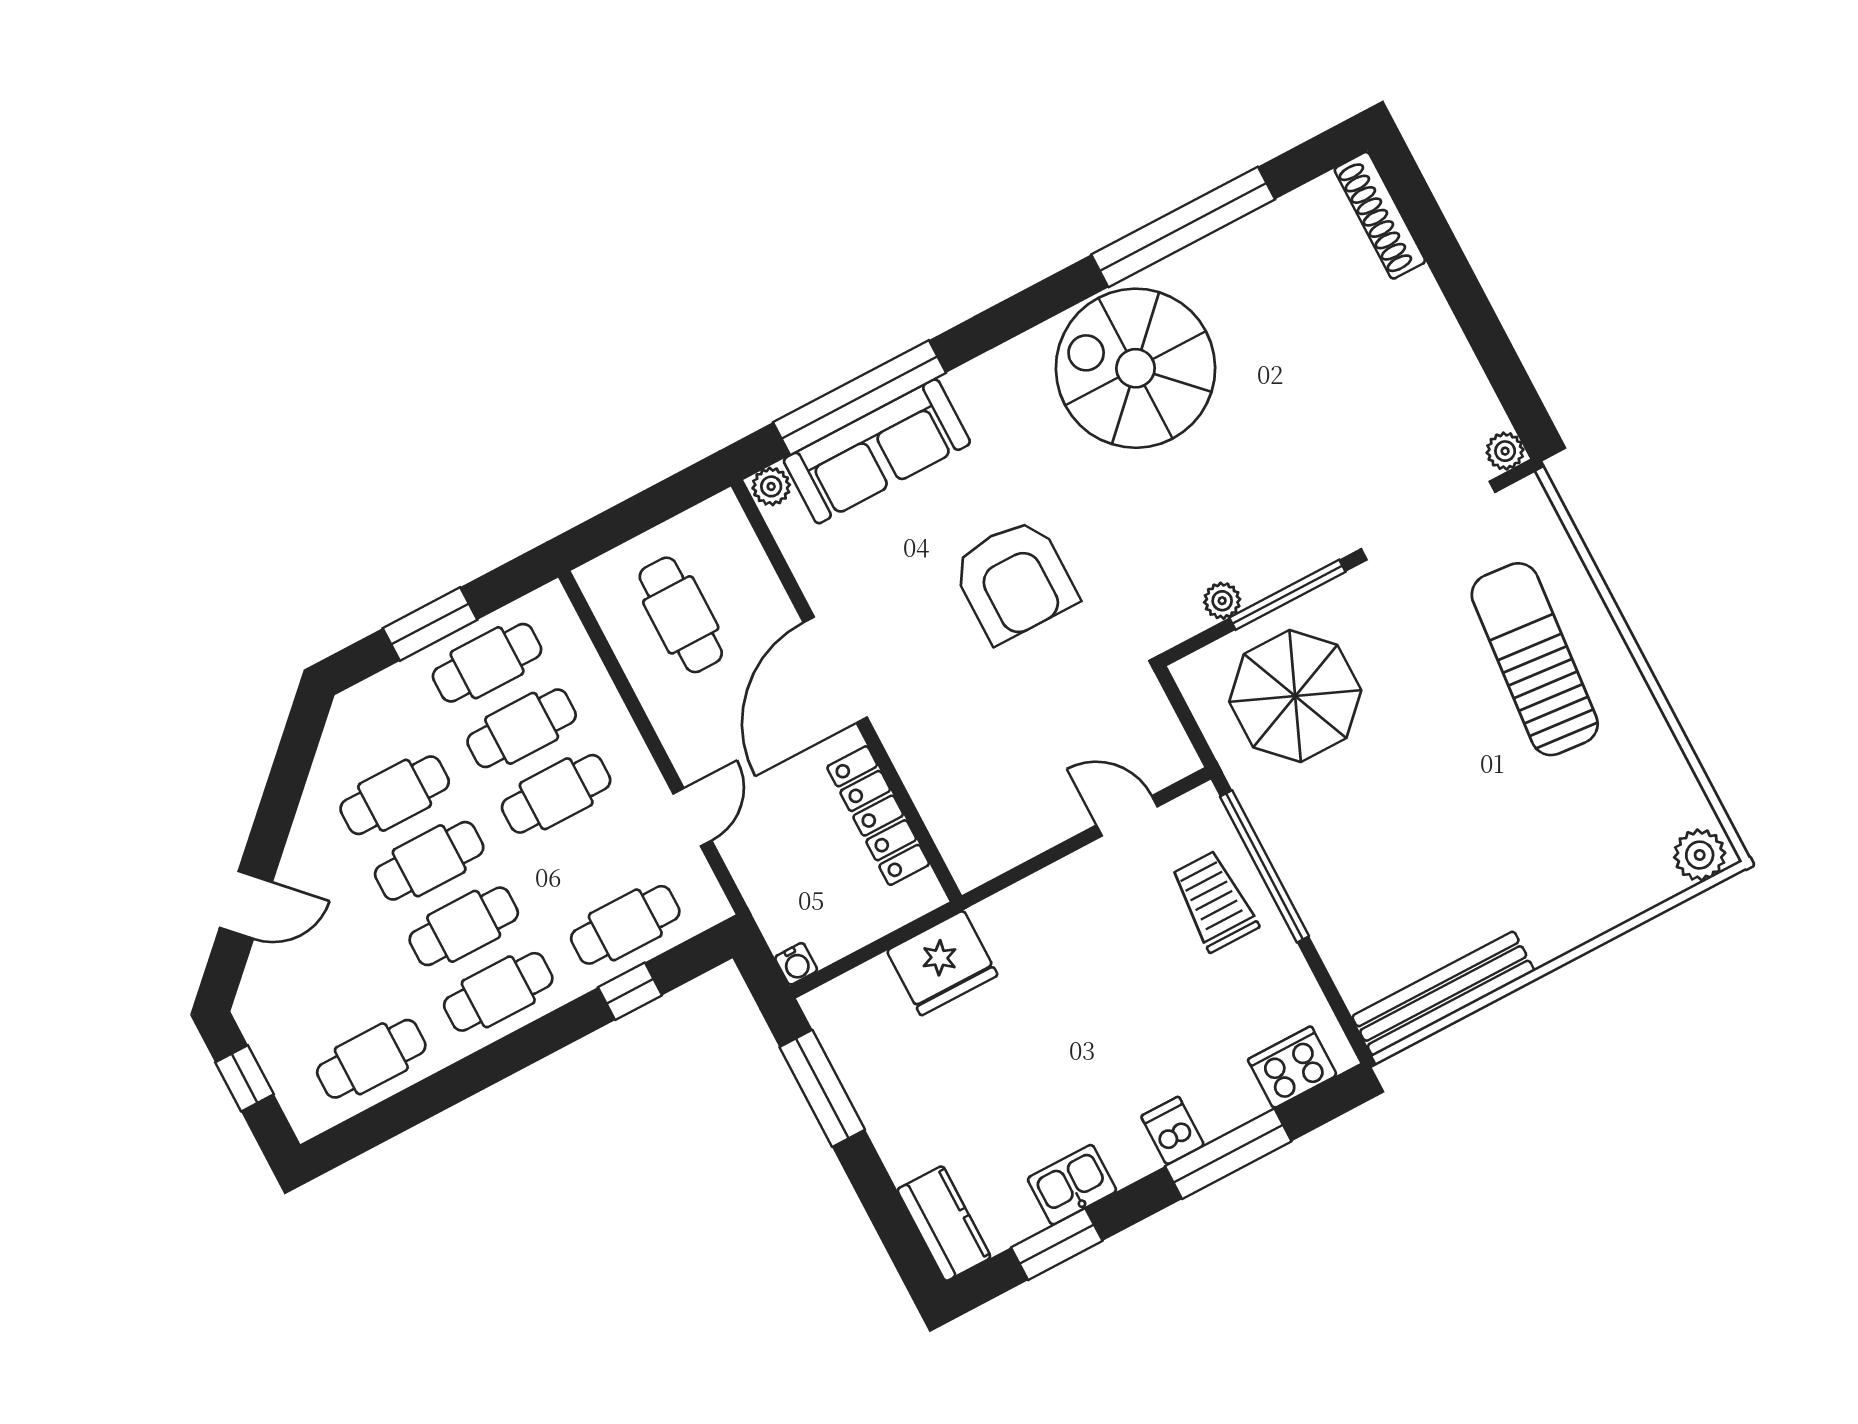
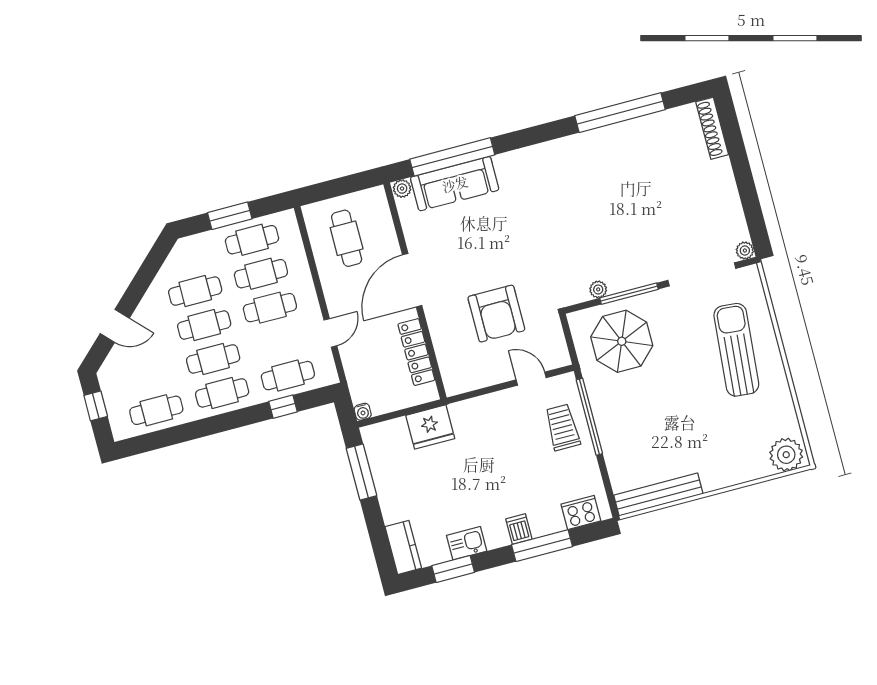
spiral stairs: (1136, 368) -> (583, 173), removed
armchair: (1014, 580) -> (496, 314), moved
plant: (1700, 855) -> (786, 455), width x1.36, depth x1.36

